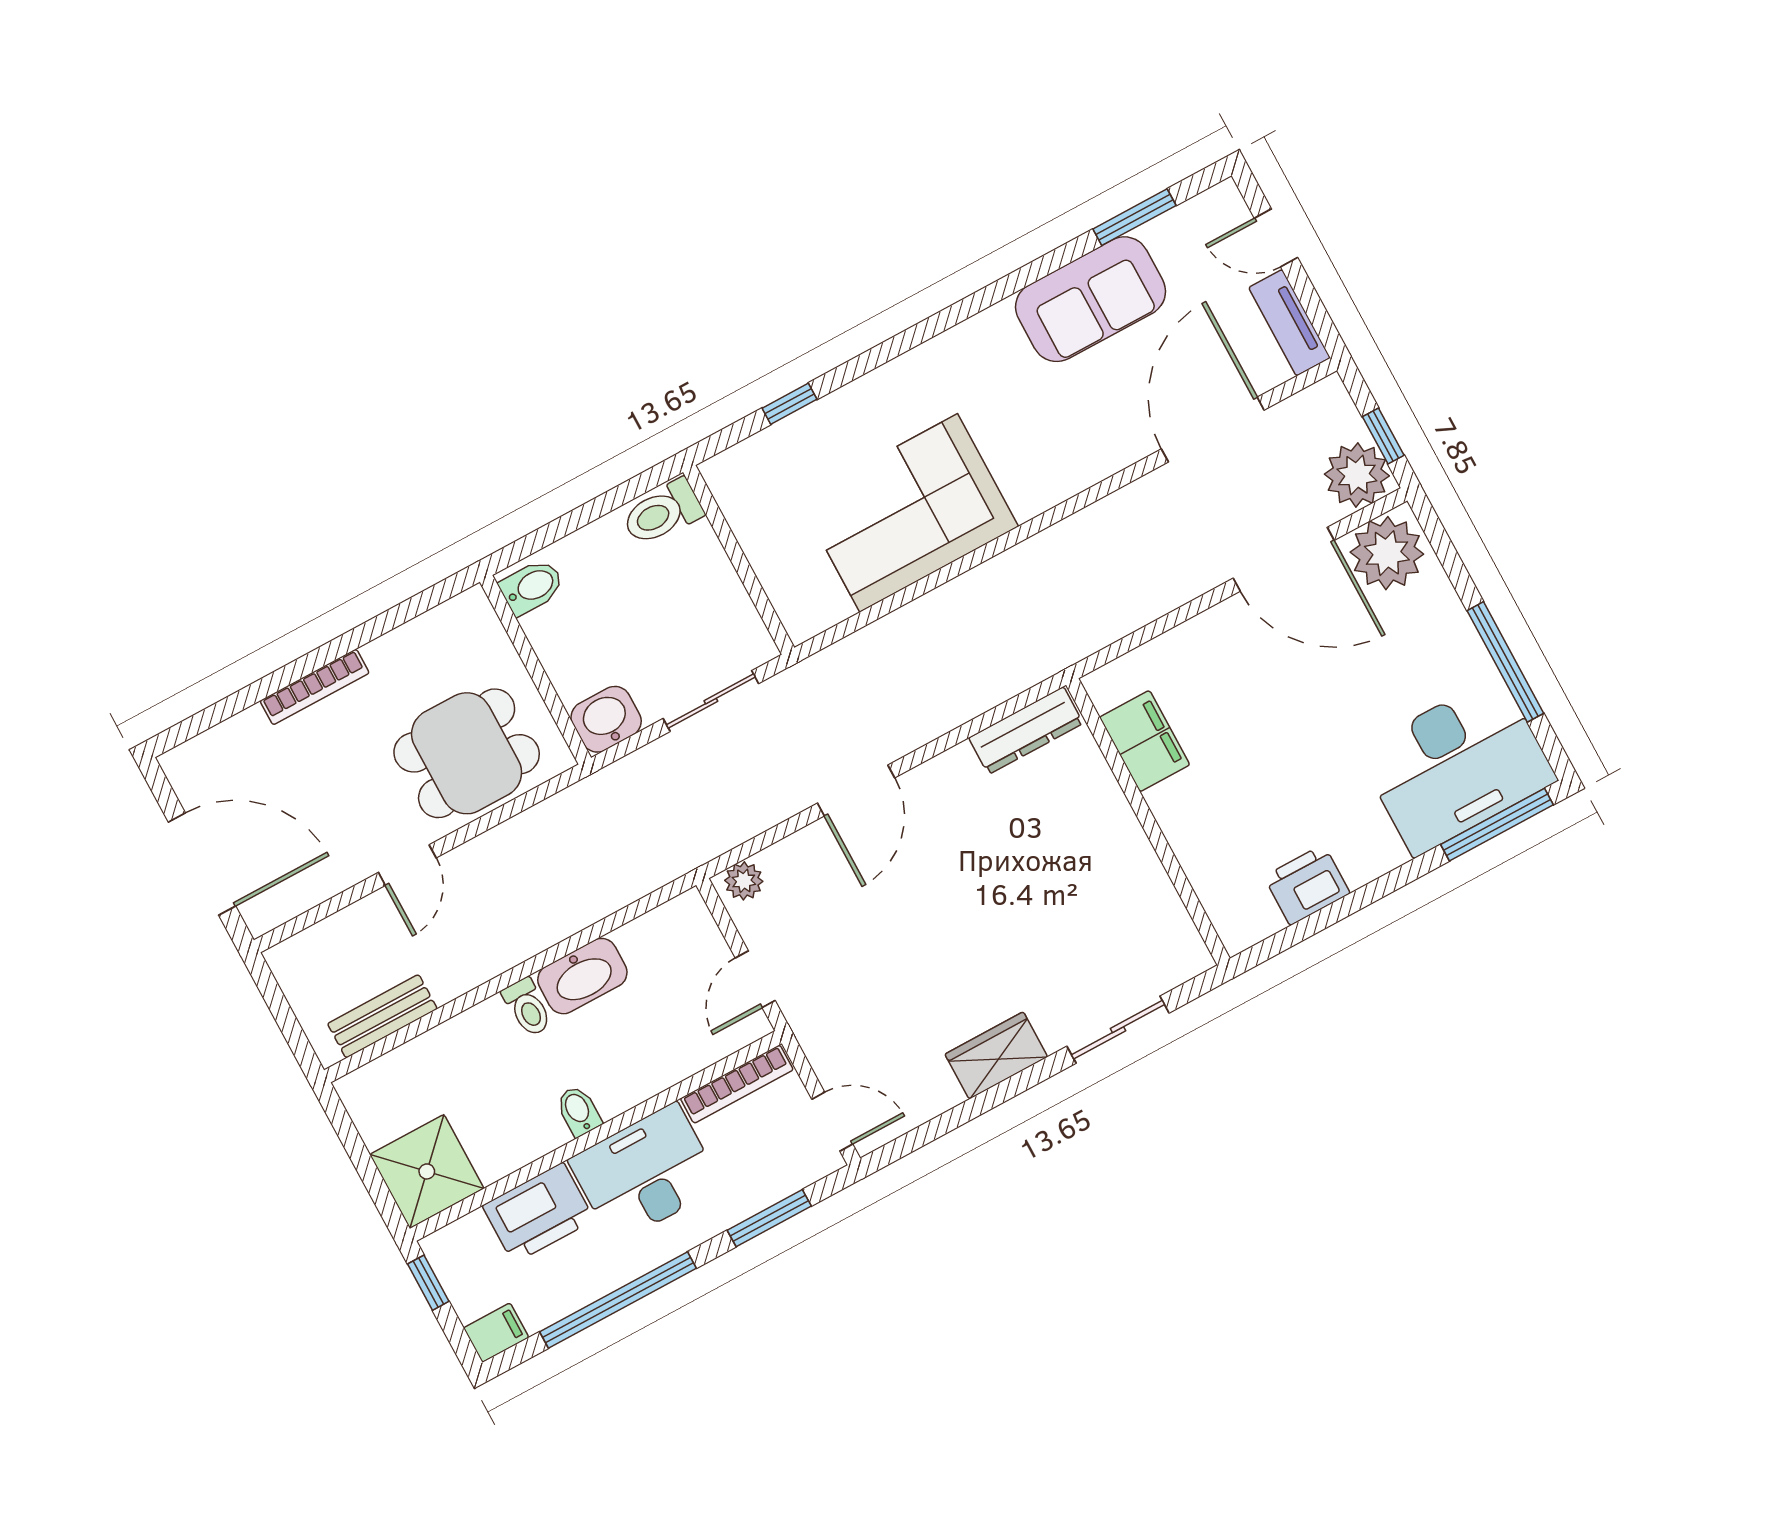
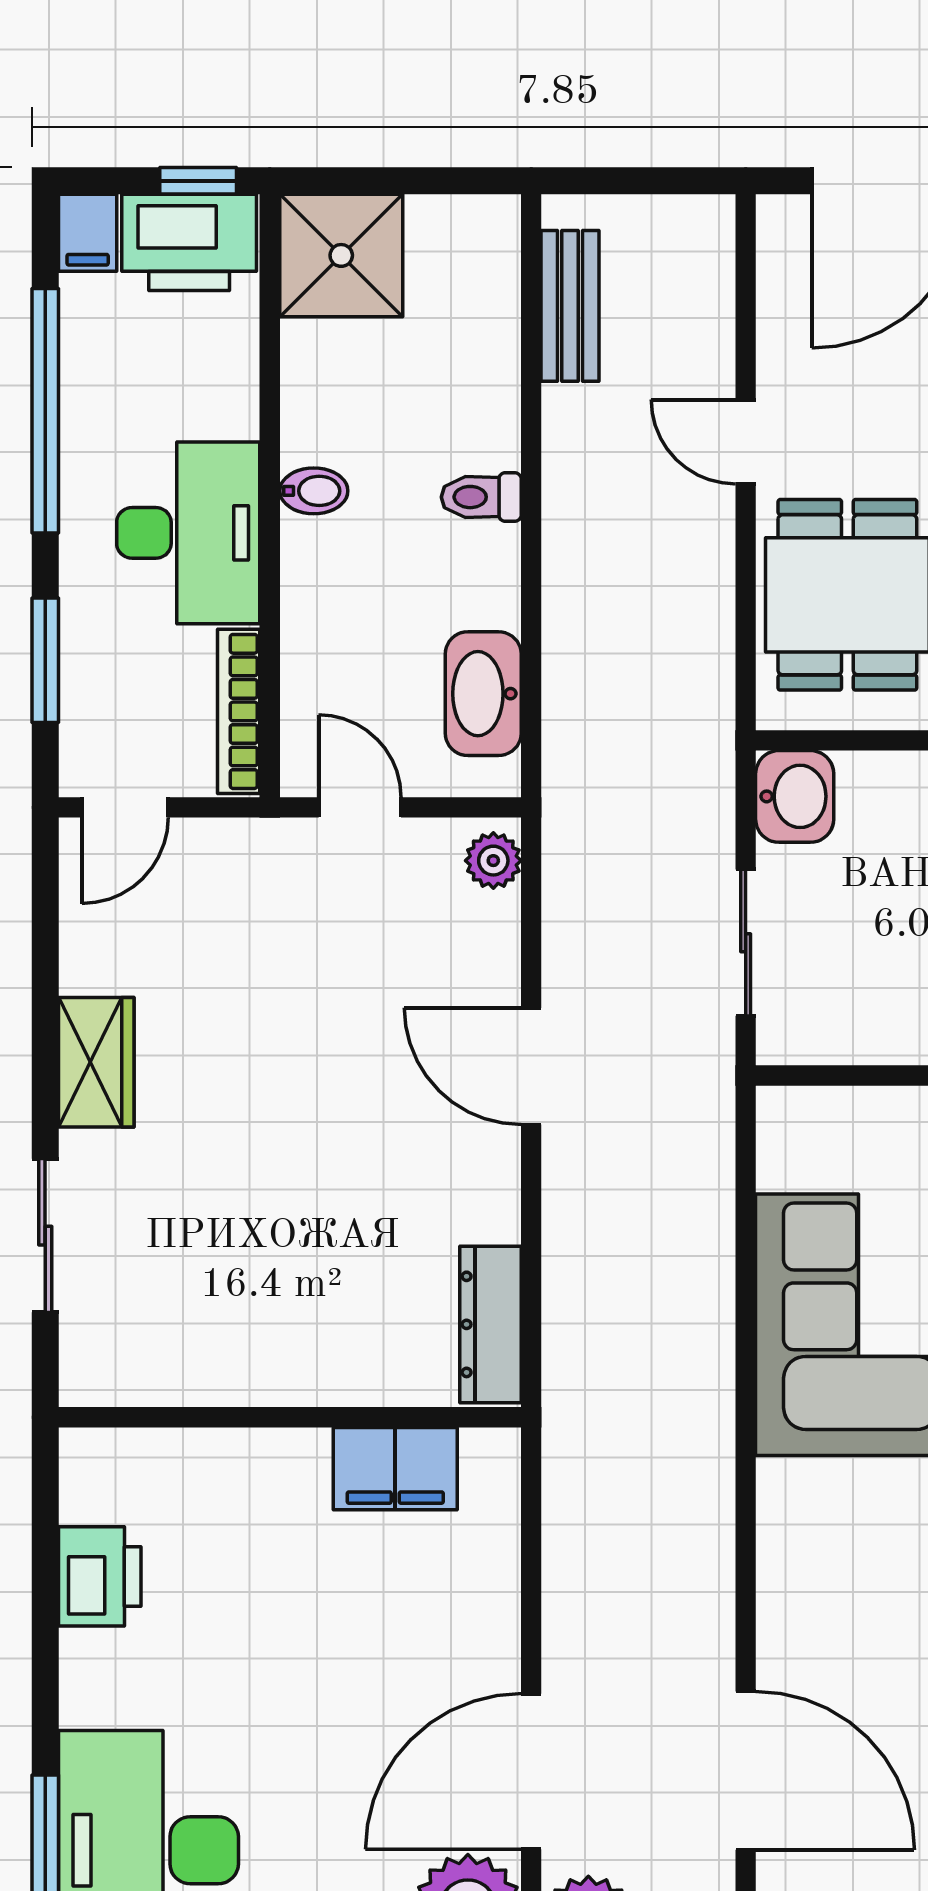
washbasin: (582, 976) -> (483, 694), moved
printer: (538, 1213) -> (189, 242), moved, turned -90

